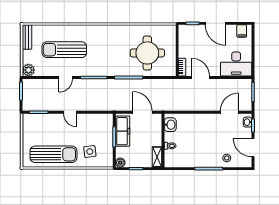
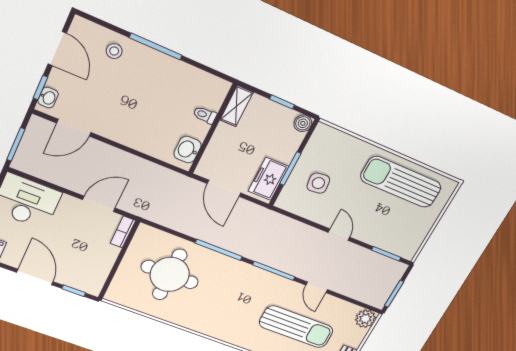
door: (66, 78) -> (317, 287), swing flipped
door: (201, 78) -> (99, 204), swing flipped
freezer: (123, 131) -> (268, 179), width x0.71
side table: (90, 152) -> (318, 183), moved

